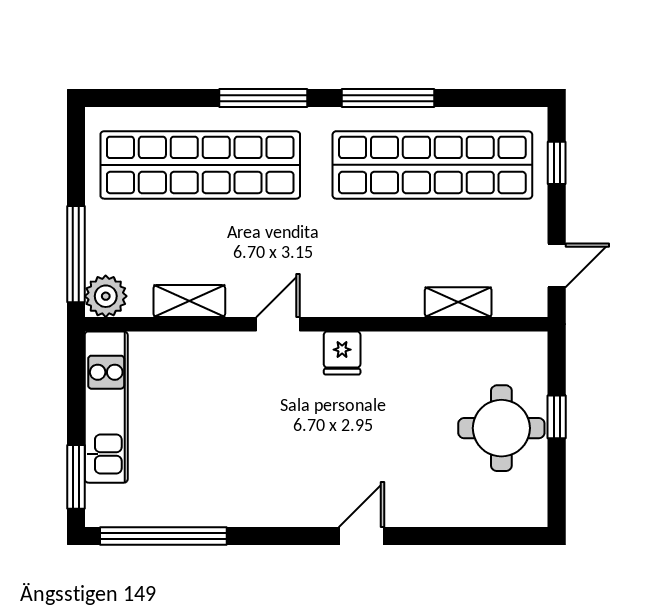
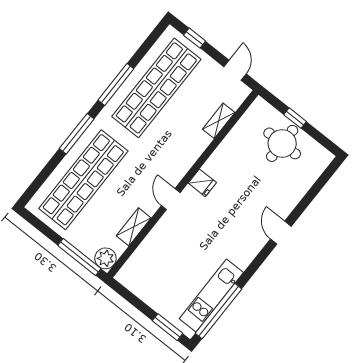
kitchen unit: (106, 407) -> (211, 296), moved, turned -90

